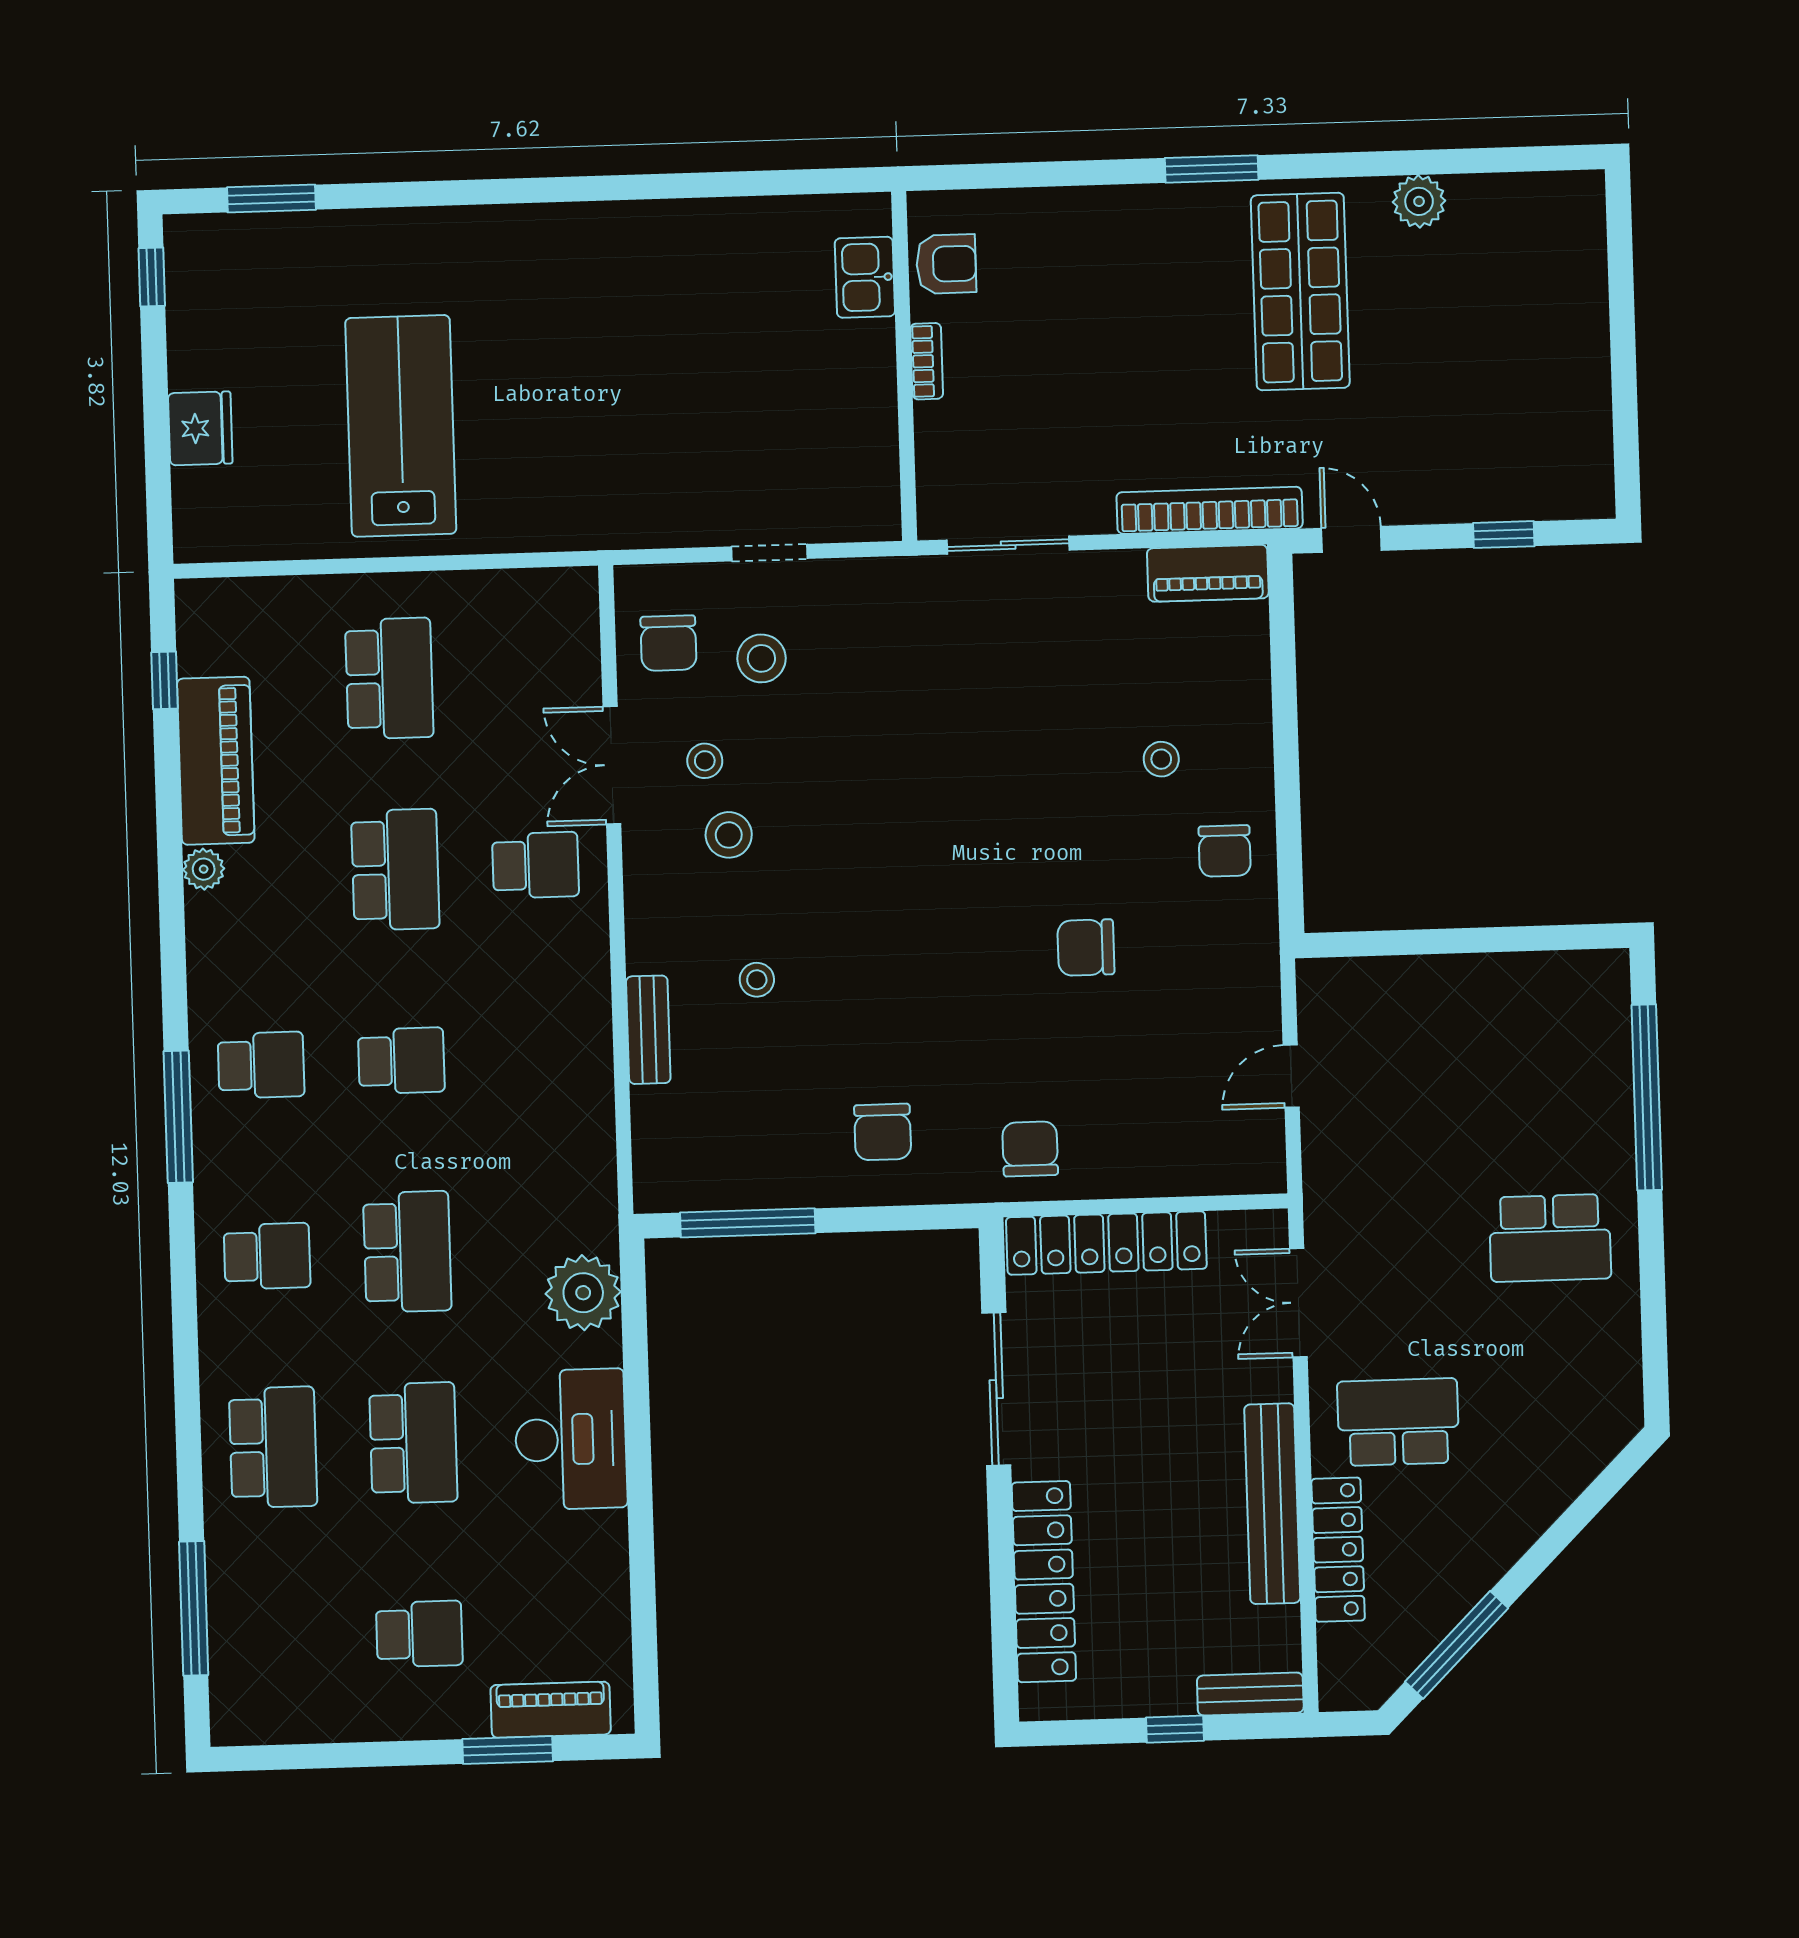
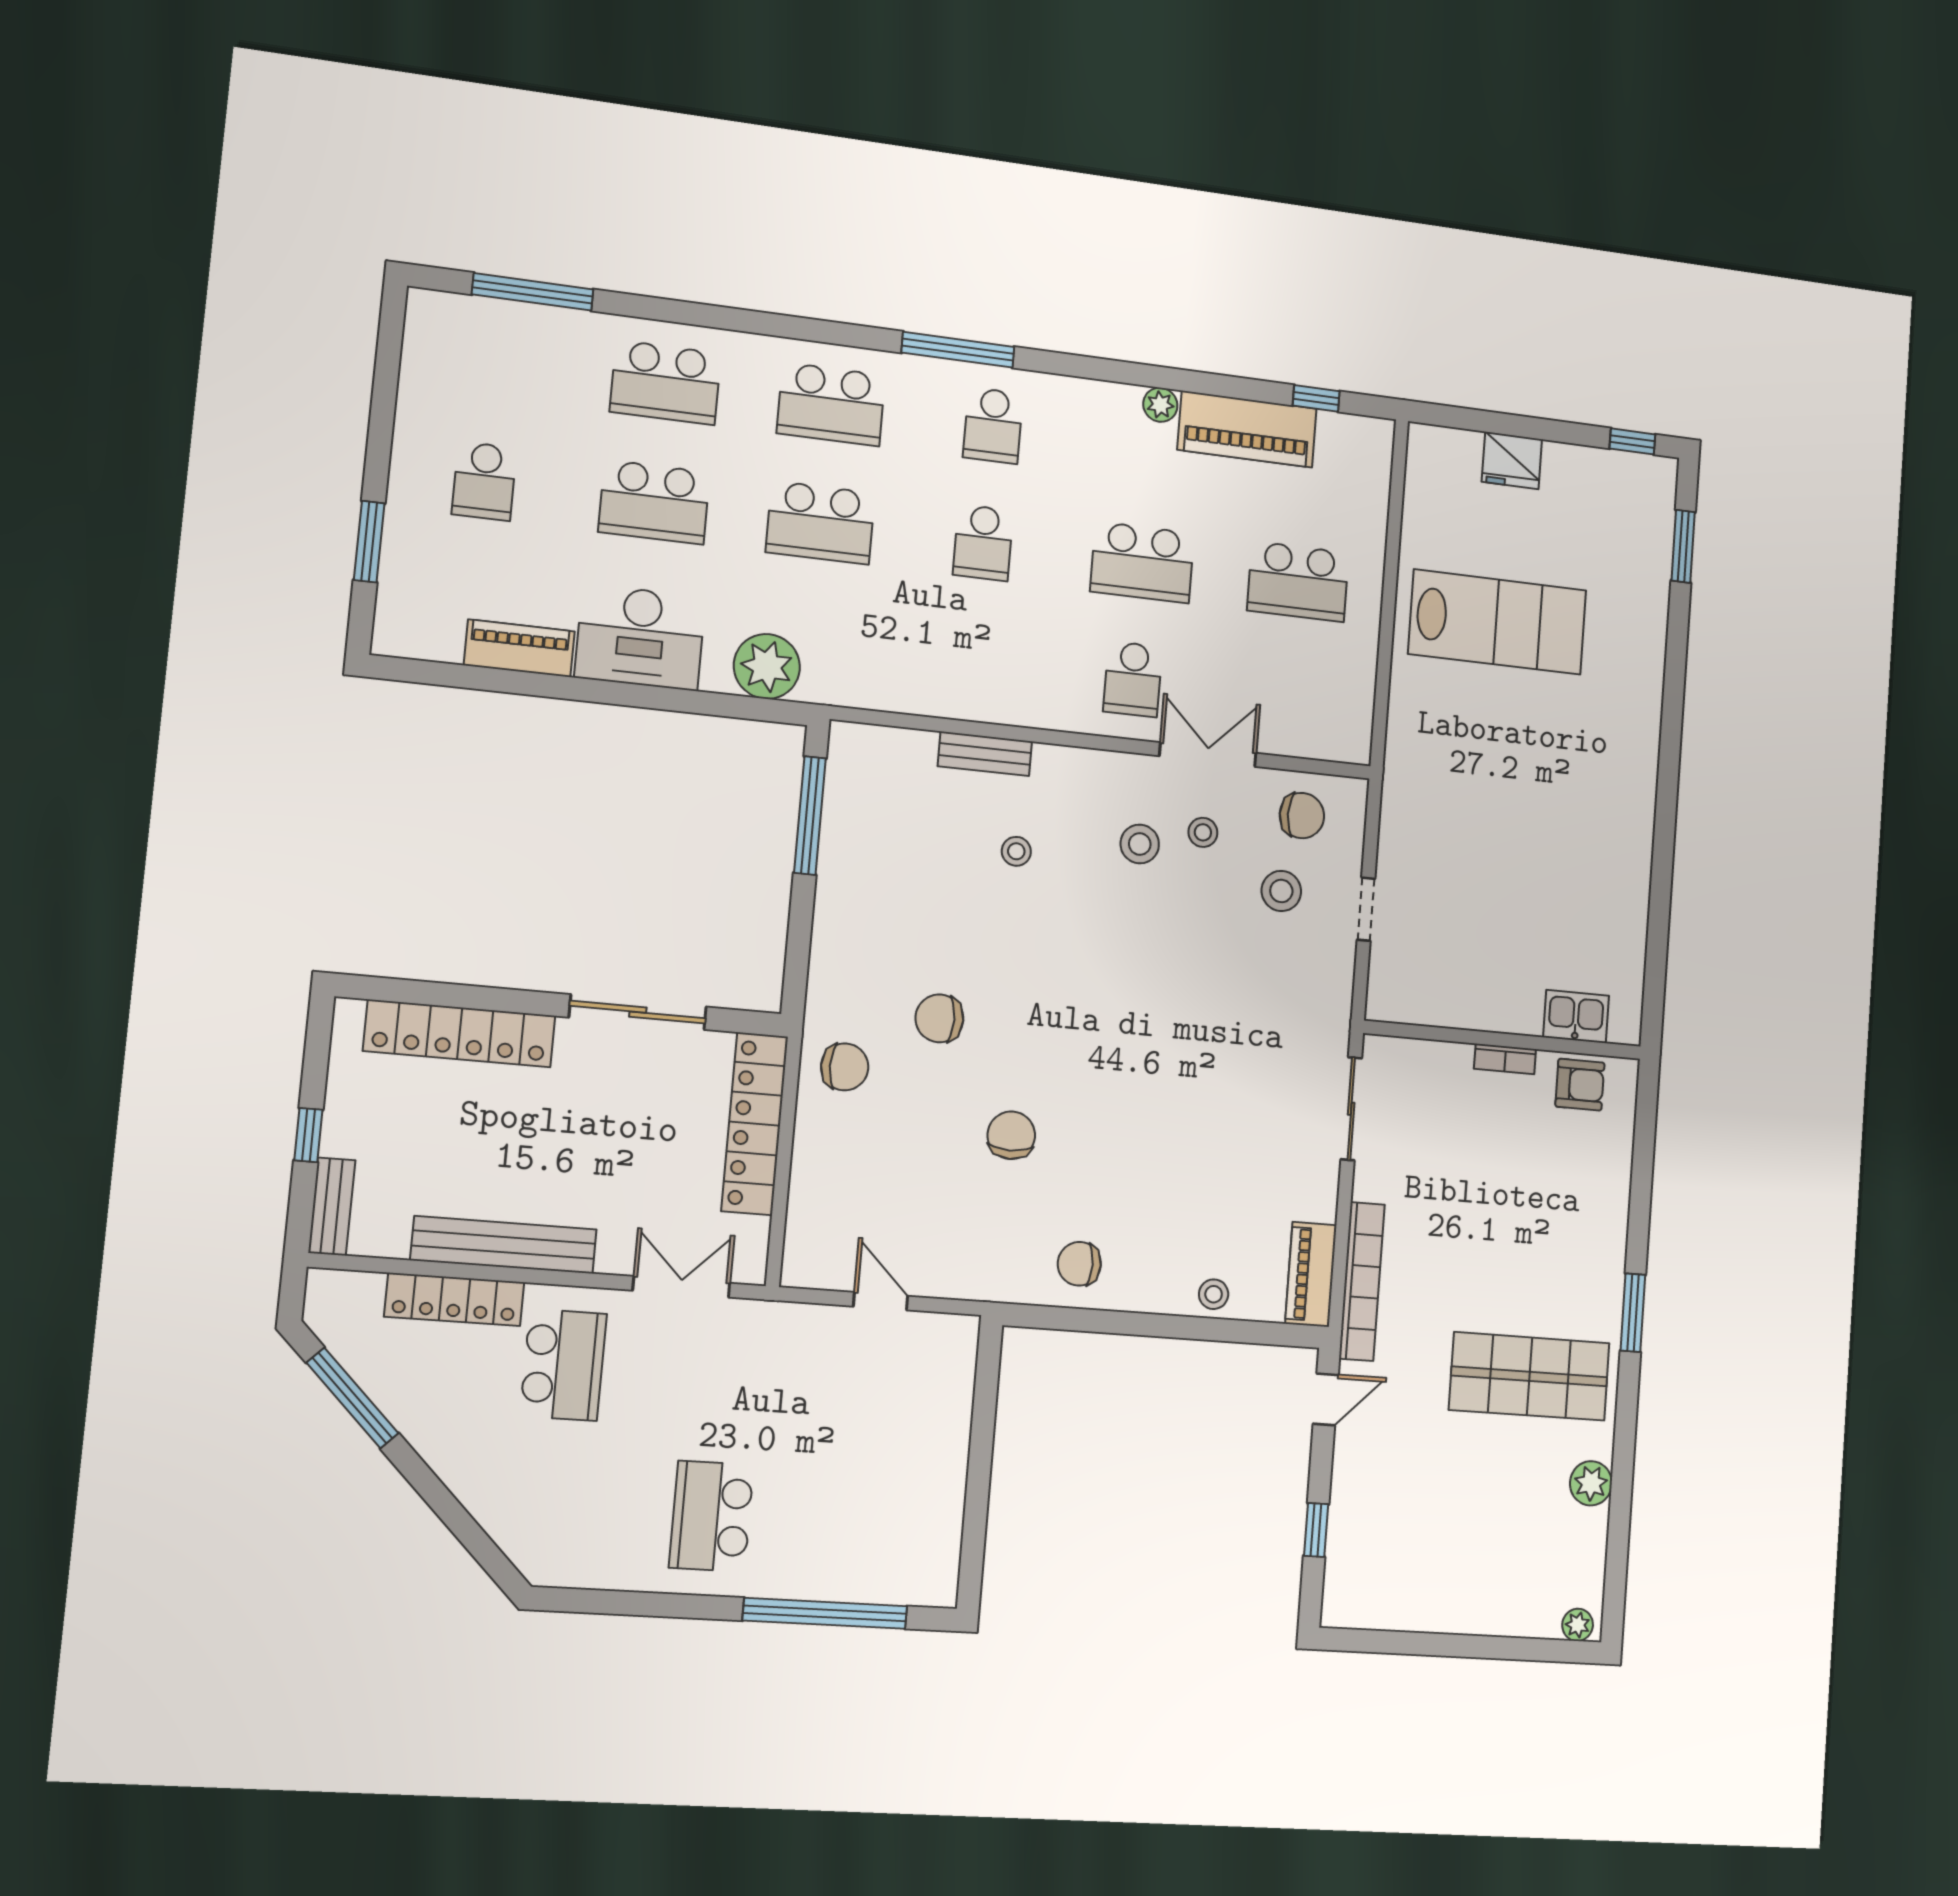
plant: (1587, 201) -> (1578, 1625), added
armchair: (946, 264) -> (1580, 1085), turned -90
chair: (668, 643) -> (1302, 816), turned 180
stool: (1161, 759) -> (1214, 1294), moved
chair: (883, 1132) -> (939, 1018), moved
school desk: (267, 1256) -> (831, 404), width x1.85
piano: (551, 1710) -> (519, 648), moved, turned -90

